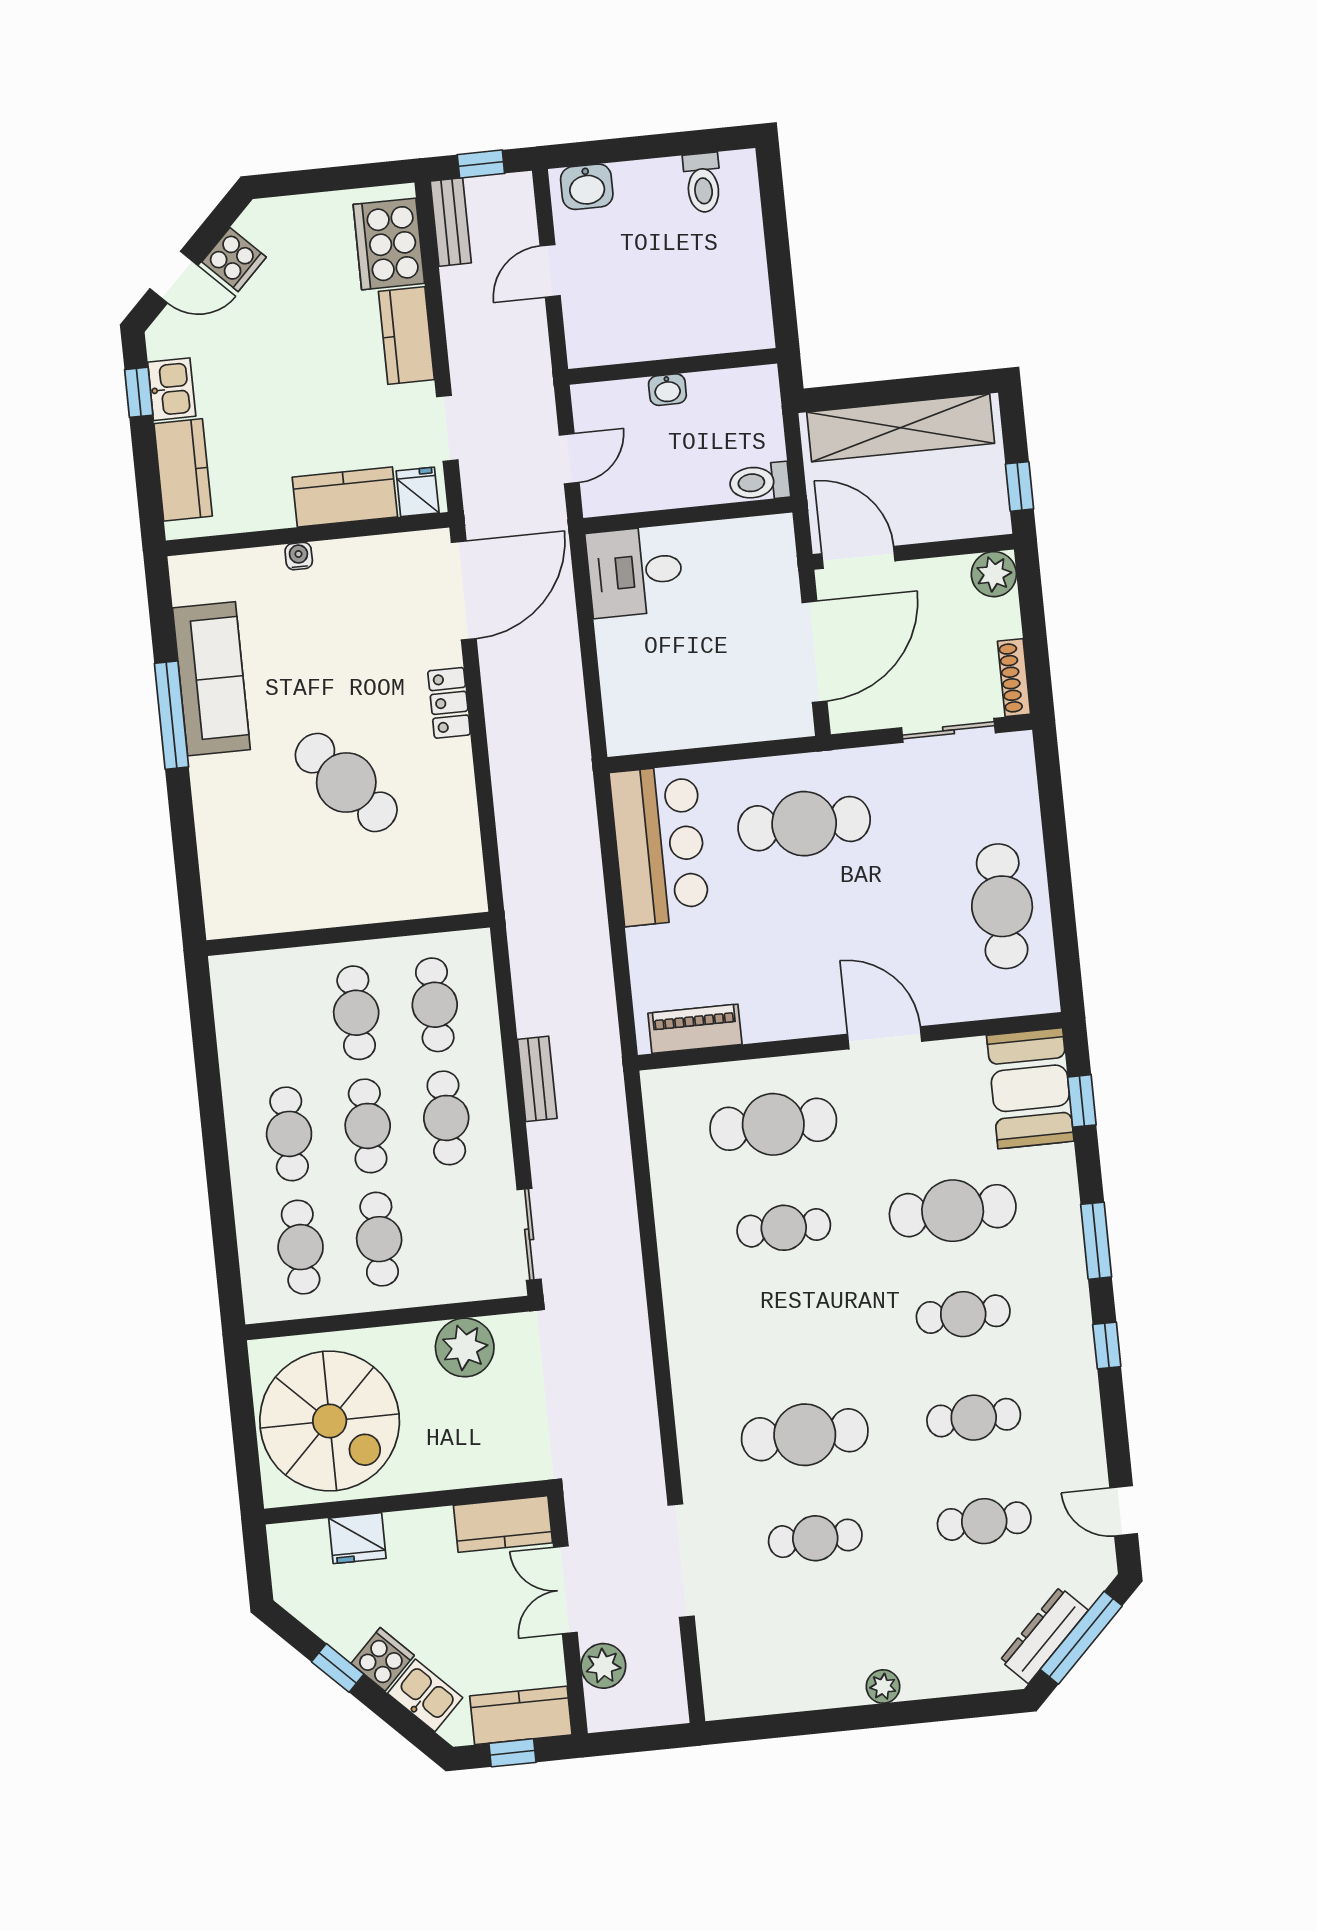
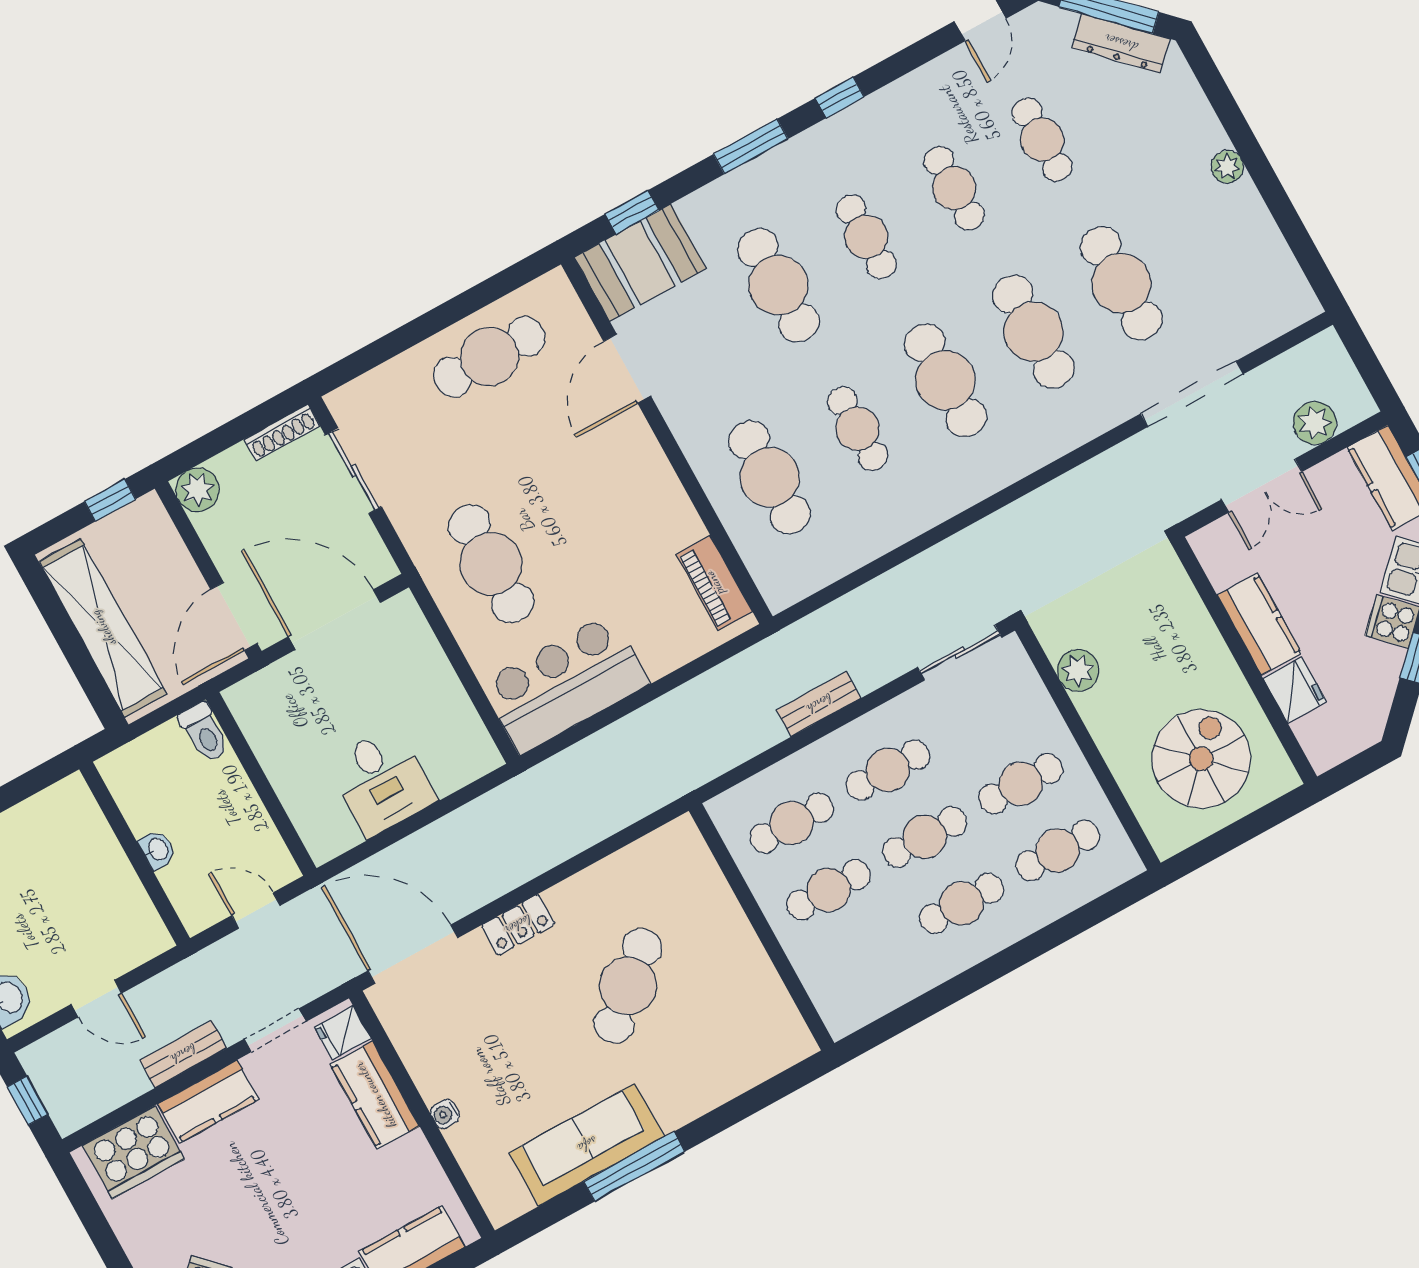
bench: (451, 222) -> (183, 1054), moved
desk: (635, 572) -> (382, 781), moved
door: (885, 1038) -> (627, 369), moved
cafe table: (794, 1331) -> (945, 380), added
plant: (465, 1347) -> (1078, 670), width x0.73, depth x0.73
spiral stairs: (330, 1421) -> (1201, 759), width x0.73, depth x0.73
kitchen counter: (503, 1524) -> (1259, 624), moved
cafe table: (815, 1538) -> (1121, 283), width x1.37, depth x1.35

